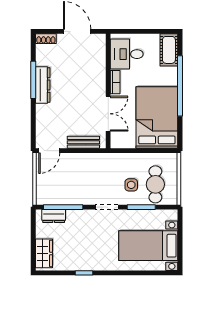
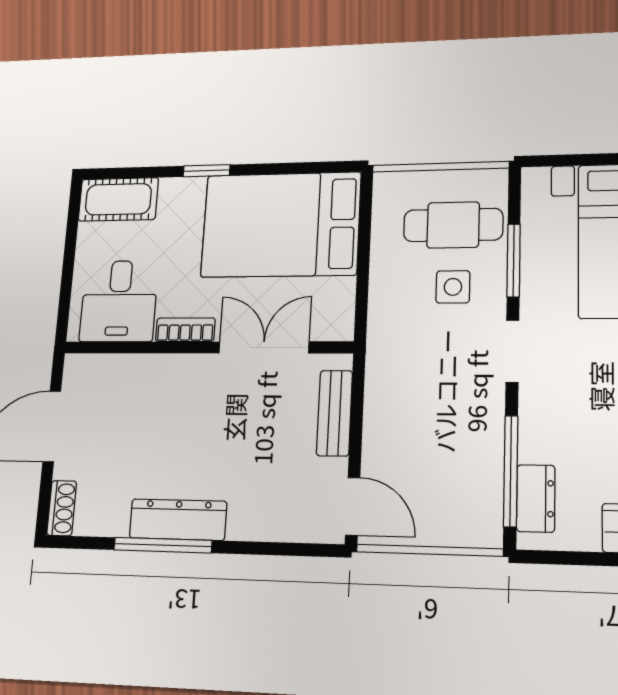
window: (180, 86) -> (207, 171), width x0.32

